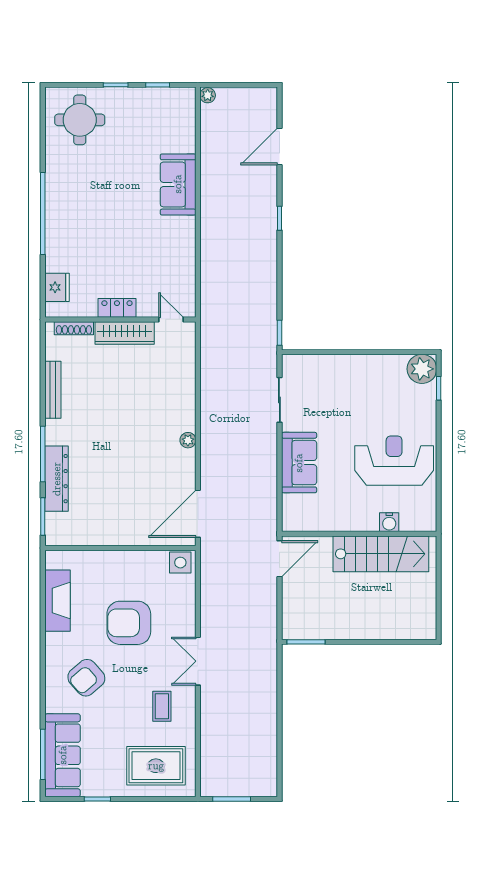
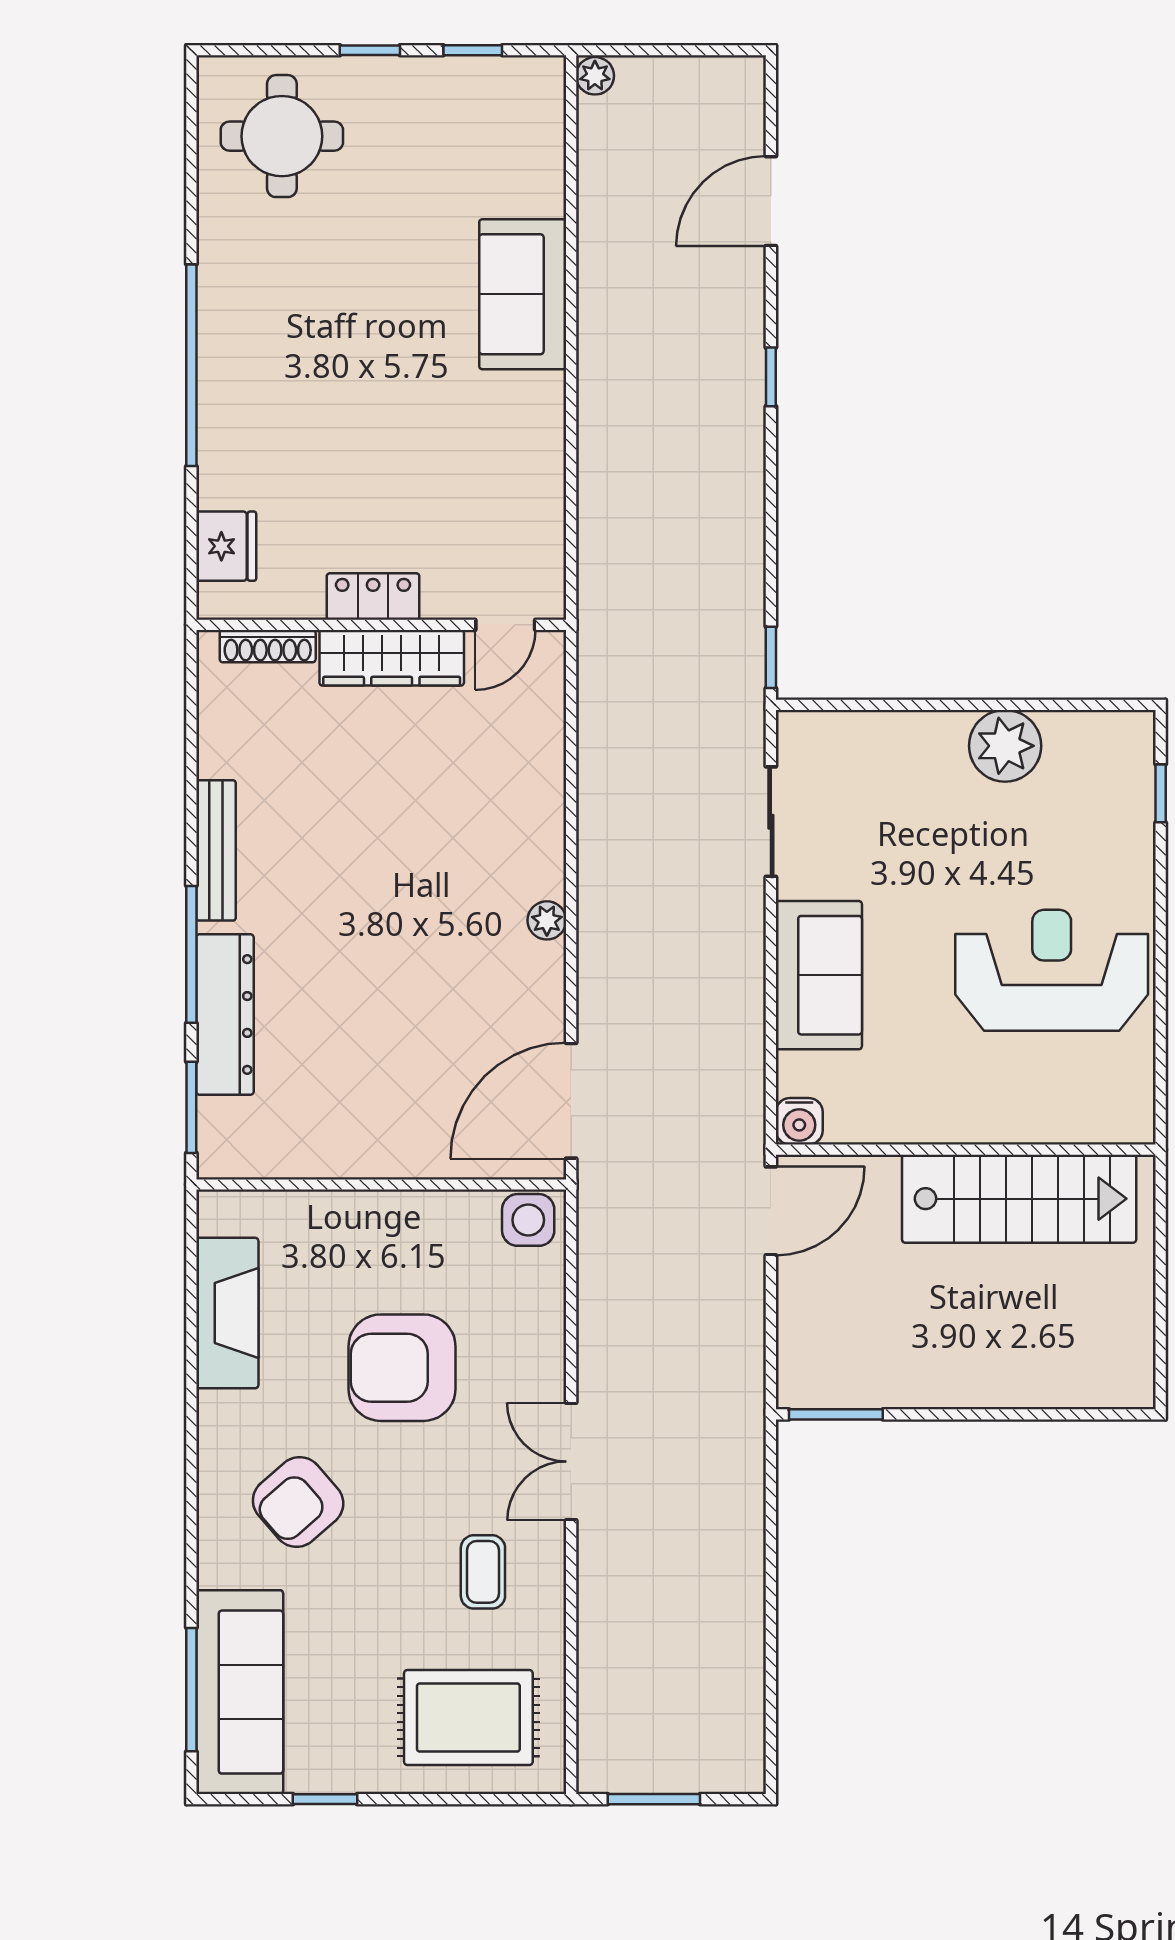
door: (171, 319) -> (505, 625), swing flipped
plant: (422, 369) -> (1005, 746), moved
bench: (53, 390) -> (216, 850), moved
water cooler: (389, 522) -> (799, 1121), moved

